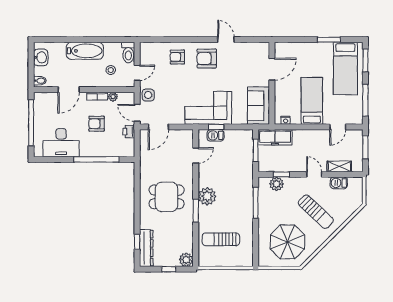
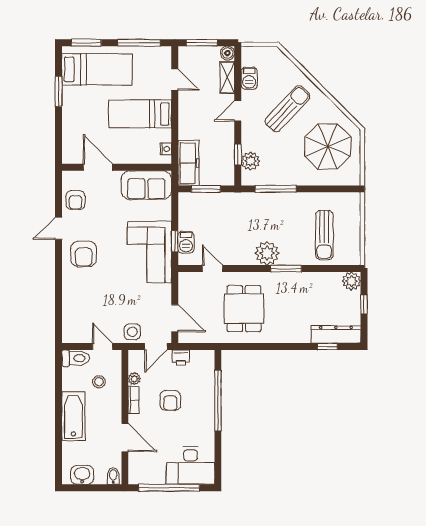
armchair: (177, 57) -> (75, 200), moved
desk: (61, 143) -> (191, 465), moved, turned 90
boiler: (358, 167) -> (227, 53), added
dining table: (167, 197) -> (244, 309), moved

